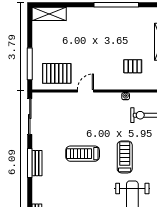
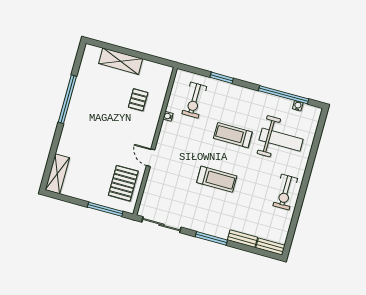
treadmill: (83, 154) -> (217, 179), turned -90
bench: (37, 163) -> (242, 239), moved

